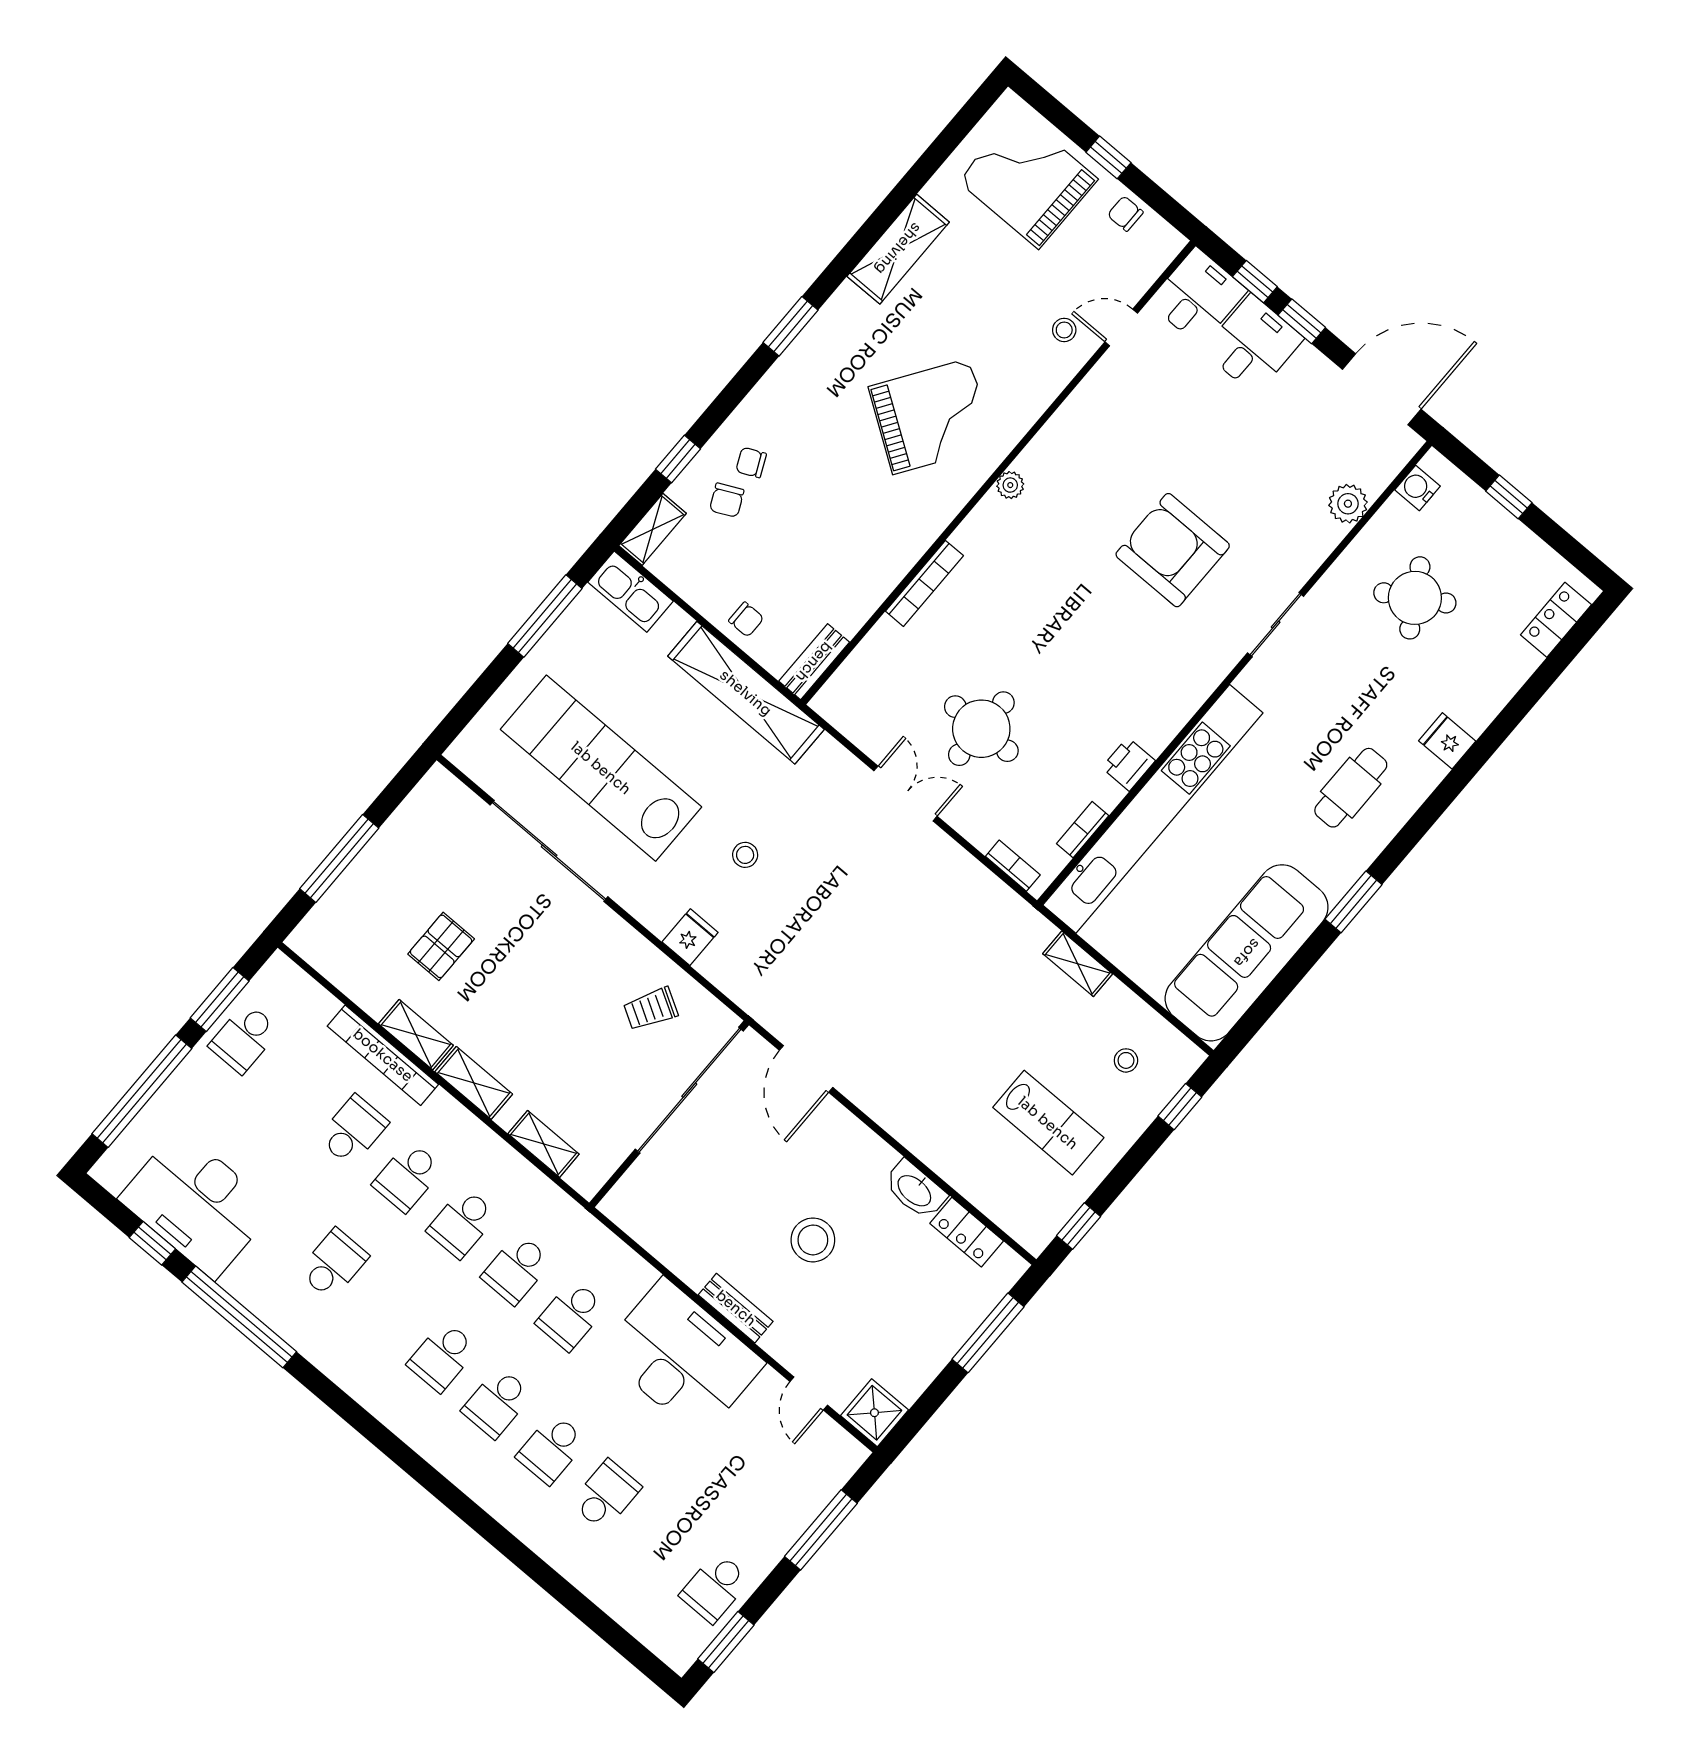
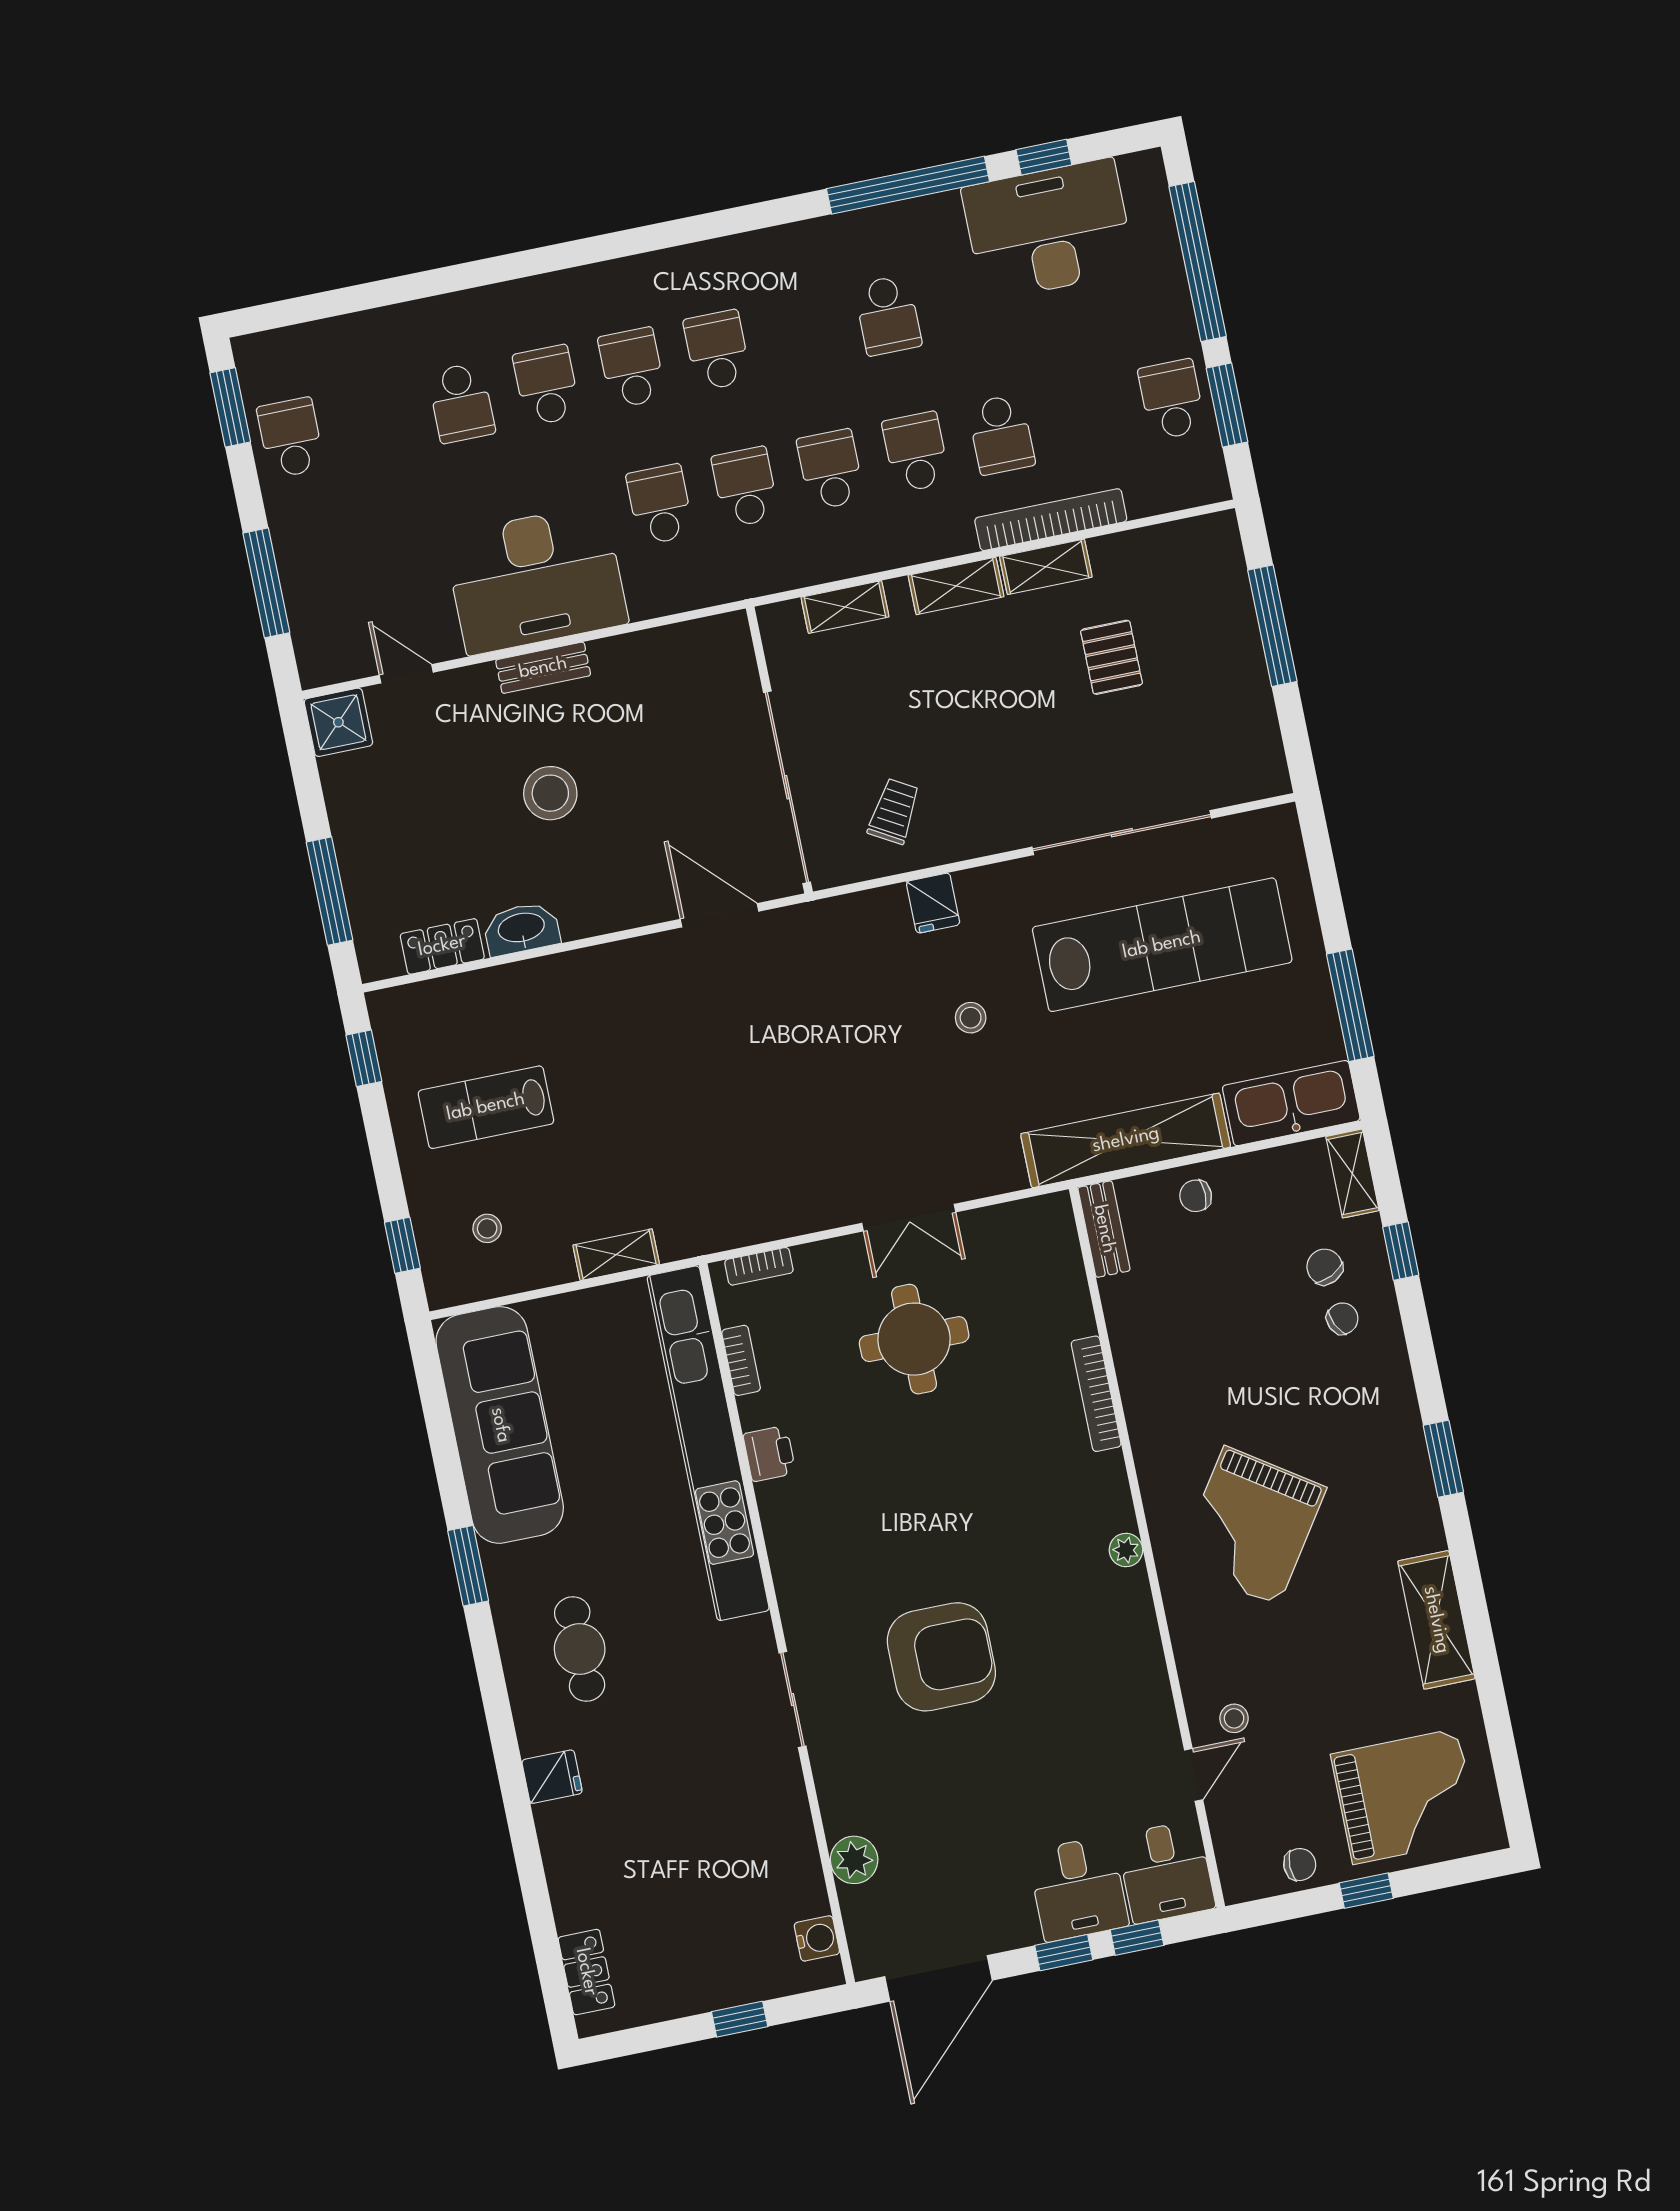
kitchen sink: (630, 592) -> (1291, 1103), width x1.36, depth x1.24
round table: (1415, 598) -> (713, 1853), removed

